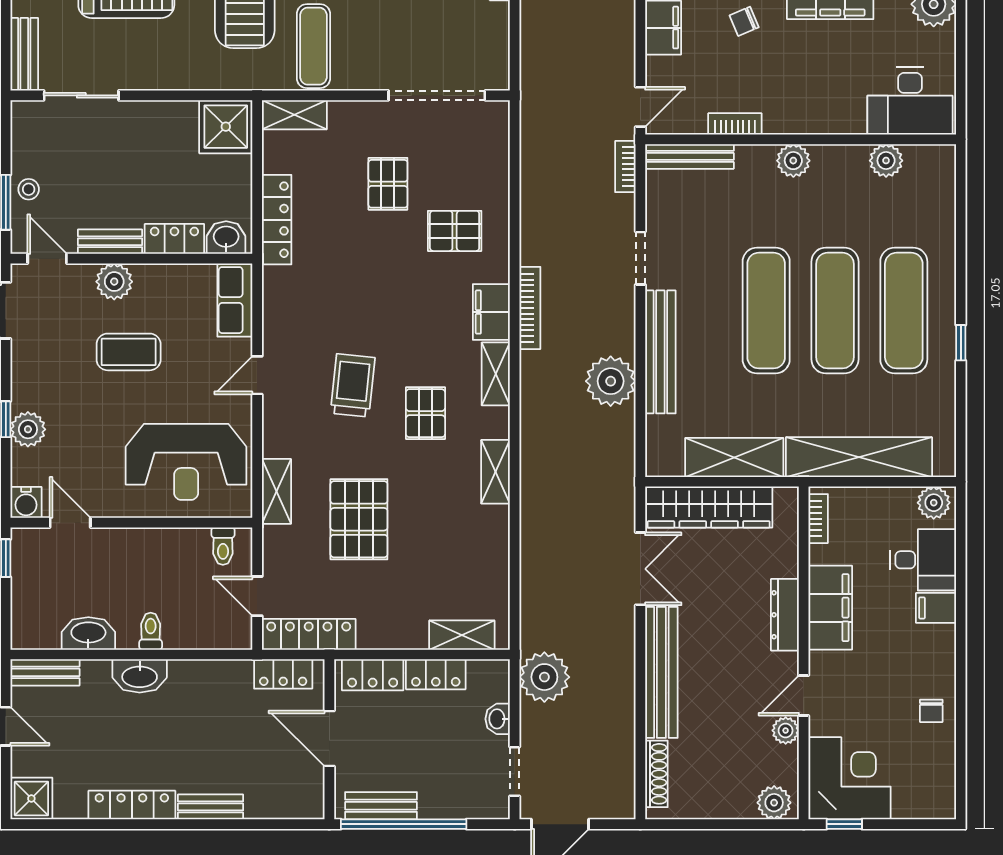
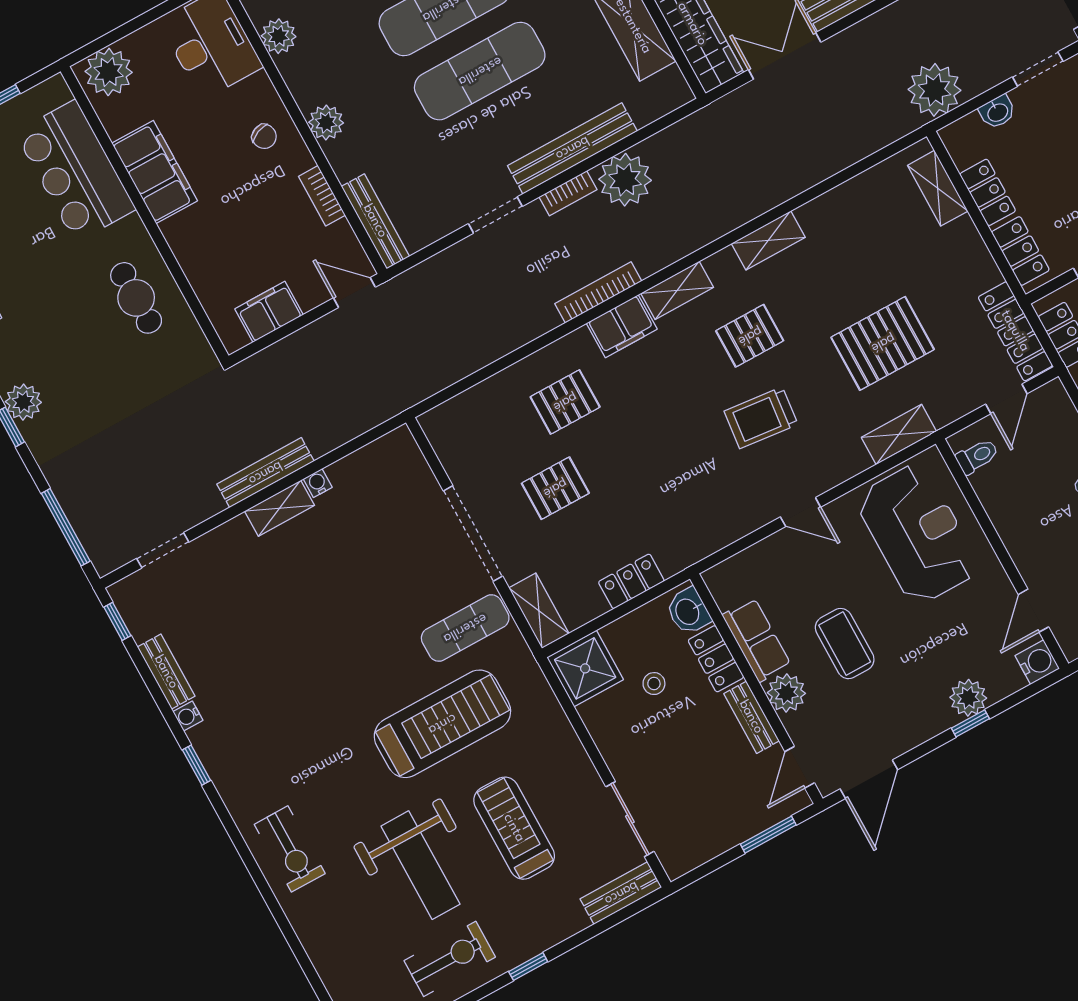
chair: (744, 21) -> (264, 136), moved
doorway: (437, 95) -> (473, 534), moved
bookcase: (625, 167) -> (568, 193), moved
stool: (29, 189) -> (654, 684), moved
locker: (277, 220) -> (631, 581), width x0.66
pallet: (455, 231) -> (565, 402), turned 90
row of seats: (235, 300) -> (757, 640), moved, turned -90

